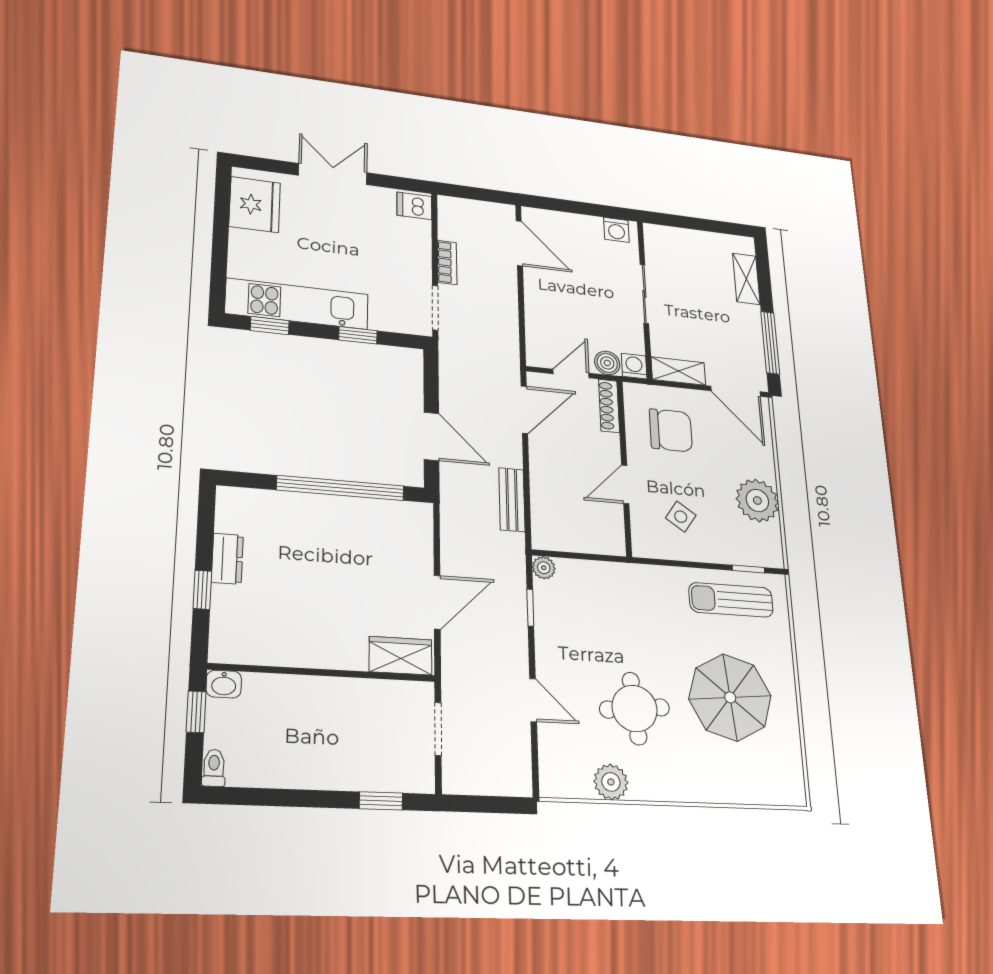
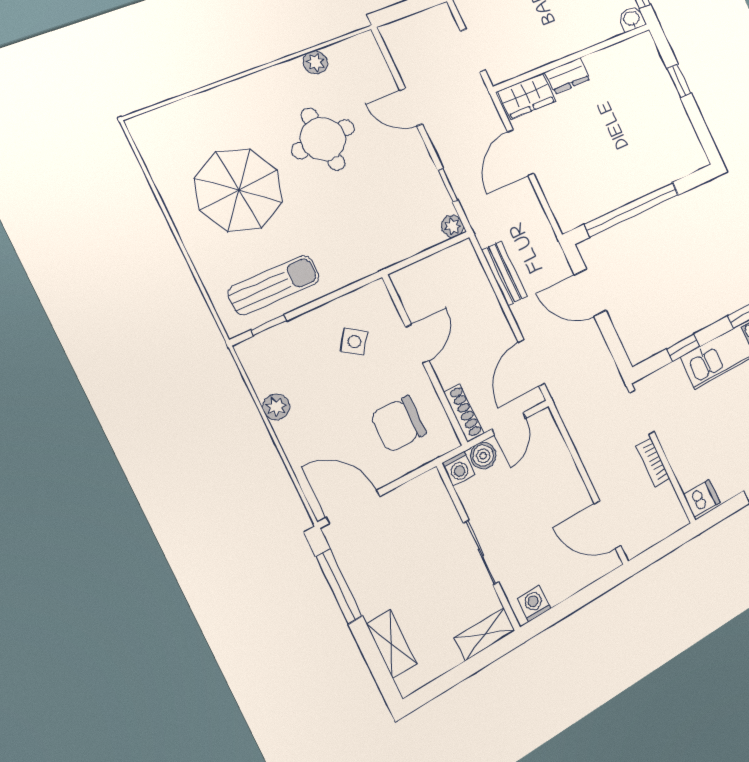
shelving: (678, 371) -> (485, 634), moved
plant: (757, 500) -> (276, 407), width x0.53, depth x0.53
dresser: (227, 559) -> (568, 76), moved, turned -90
plant: (611, 782) -> (315, 62), width x0.73, depth x0.73

